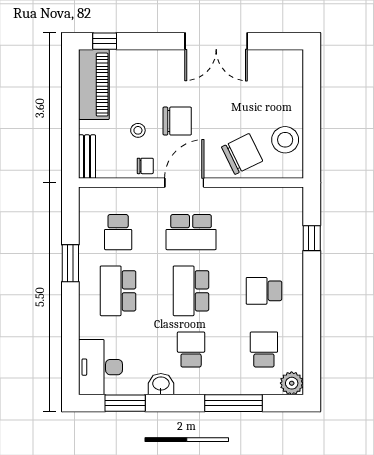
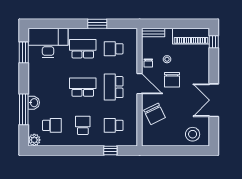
stool: (285, 140) -> (193, 134), moved
school desk: (191, 350) -> (114, 125), moved, turned 180
desk: (100, 367) -> (48, 43), width x1.36, depth x1.30
washbasin: (161, 384) -> (34, 103), moved

